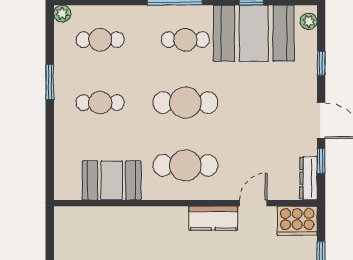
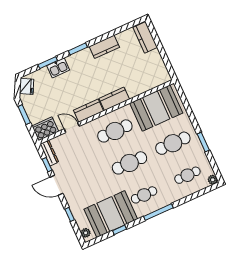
cafe table: (100, 103) -> (173, 143), width x1.37, depth x1.35
booth: (112, 180) -> (156, 108), width x1.36, depth x1.42
door: (253, 203) -> (72, 128), swing flipped
kitchen counter: (163, 218) -> (114, 99), added

